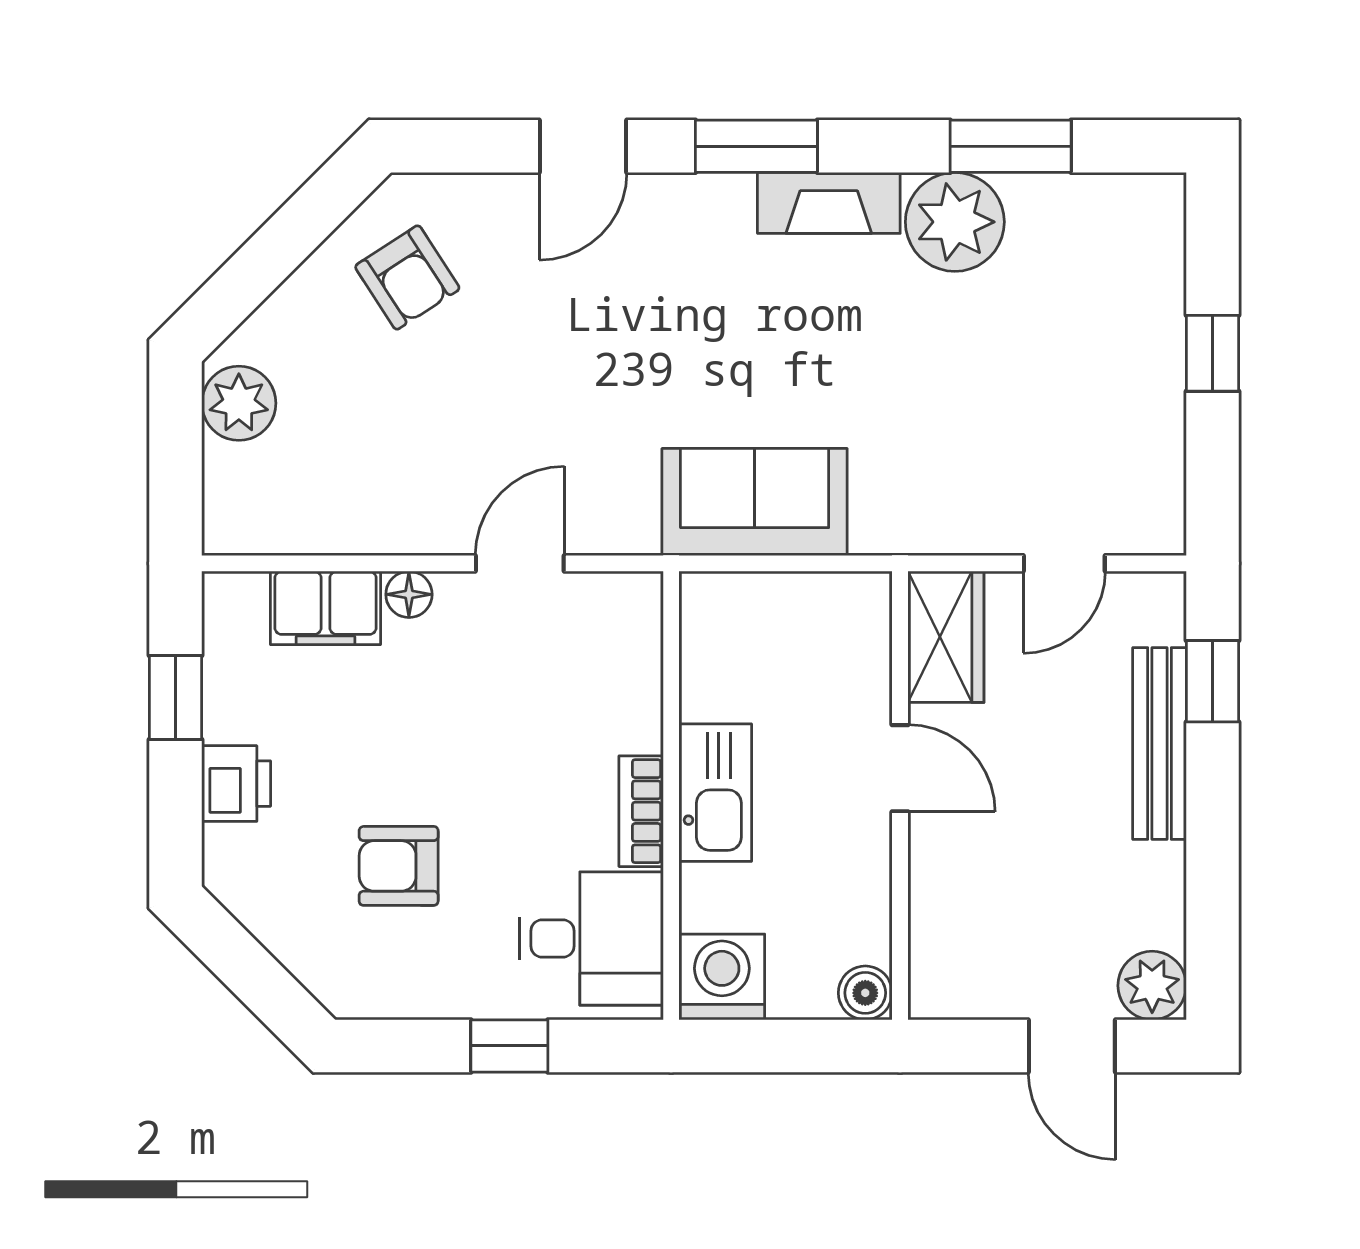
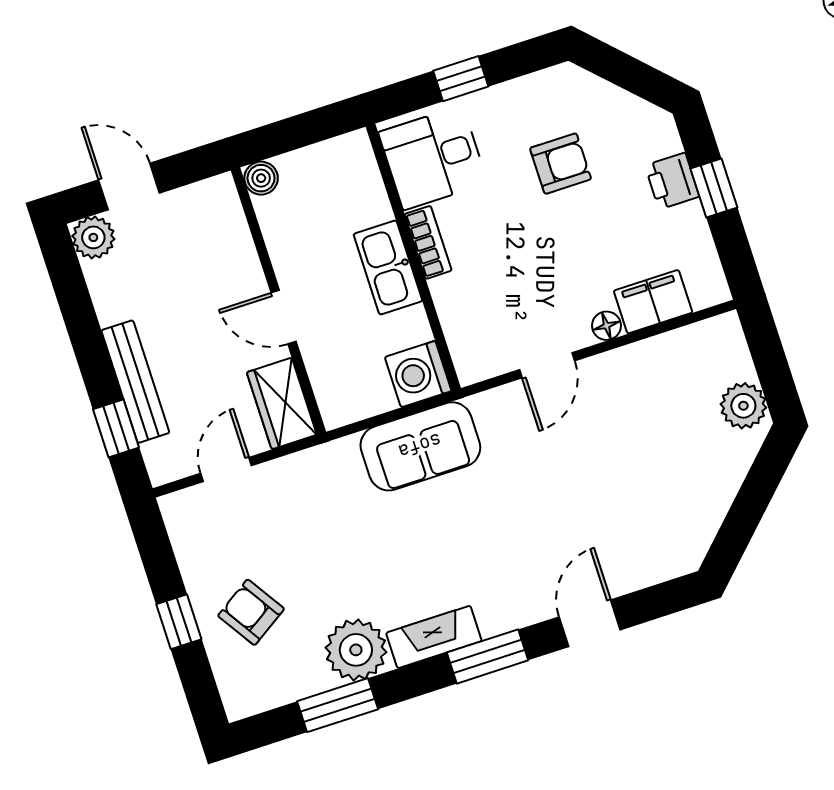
armchair: (407, 277) -> (251, 612), moved
window: (176, 697) -> (714, 188), moved
washing machine: (722, 977) -> (418, 374), moved, turned 90

